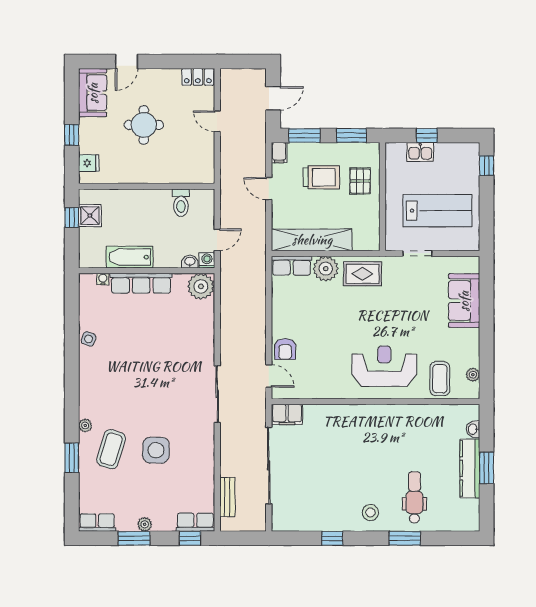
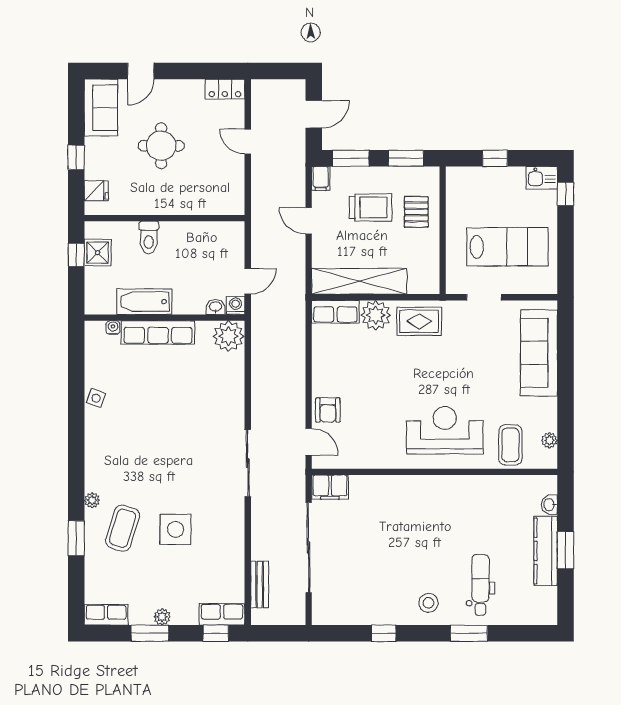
kitchen sink: (420, 152) -> (542, 178), moved
toilet: (181, 203) -> (149, 237), moved
sofa: (464, 301) -> (539, 353), width x1.36

